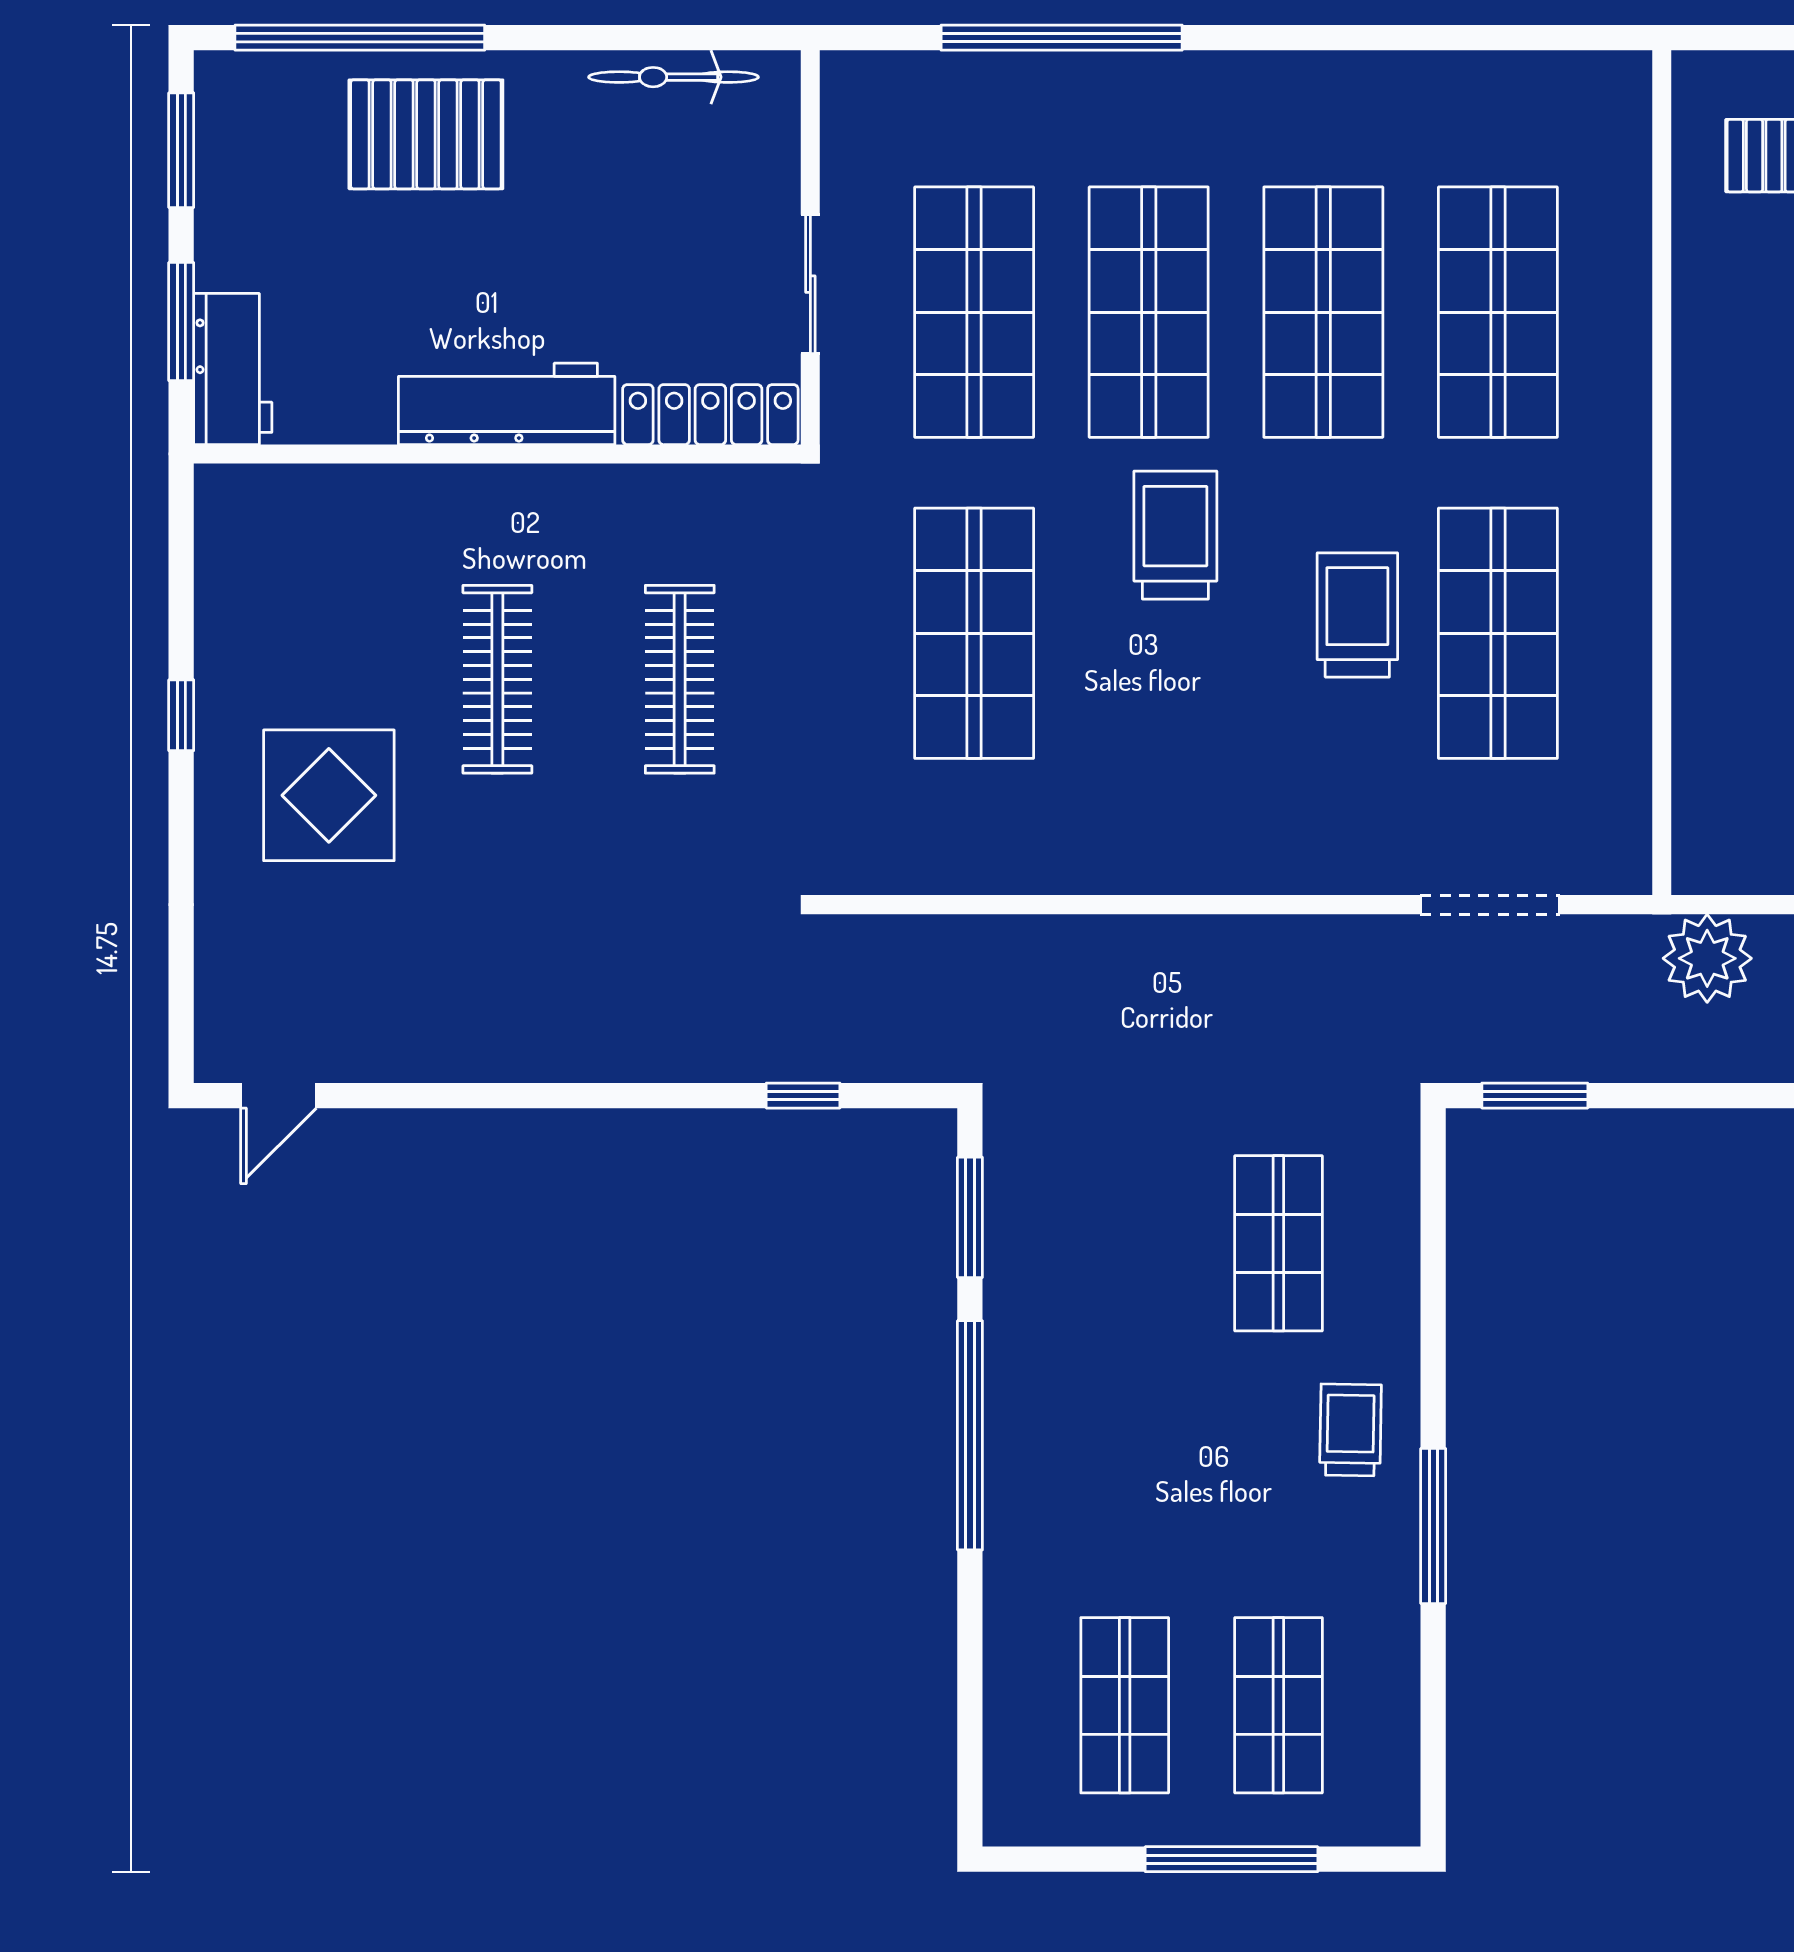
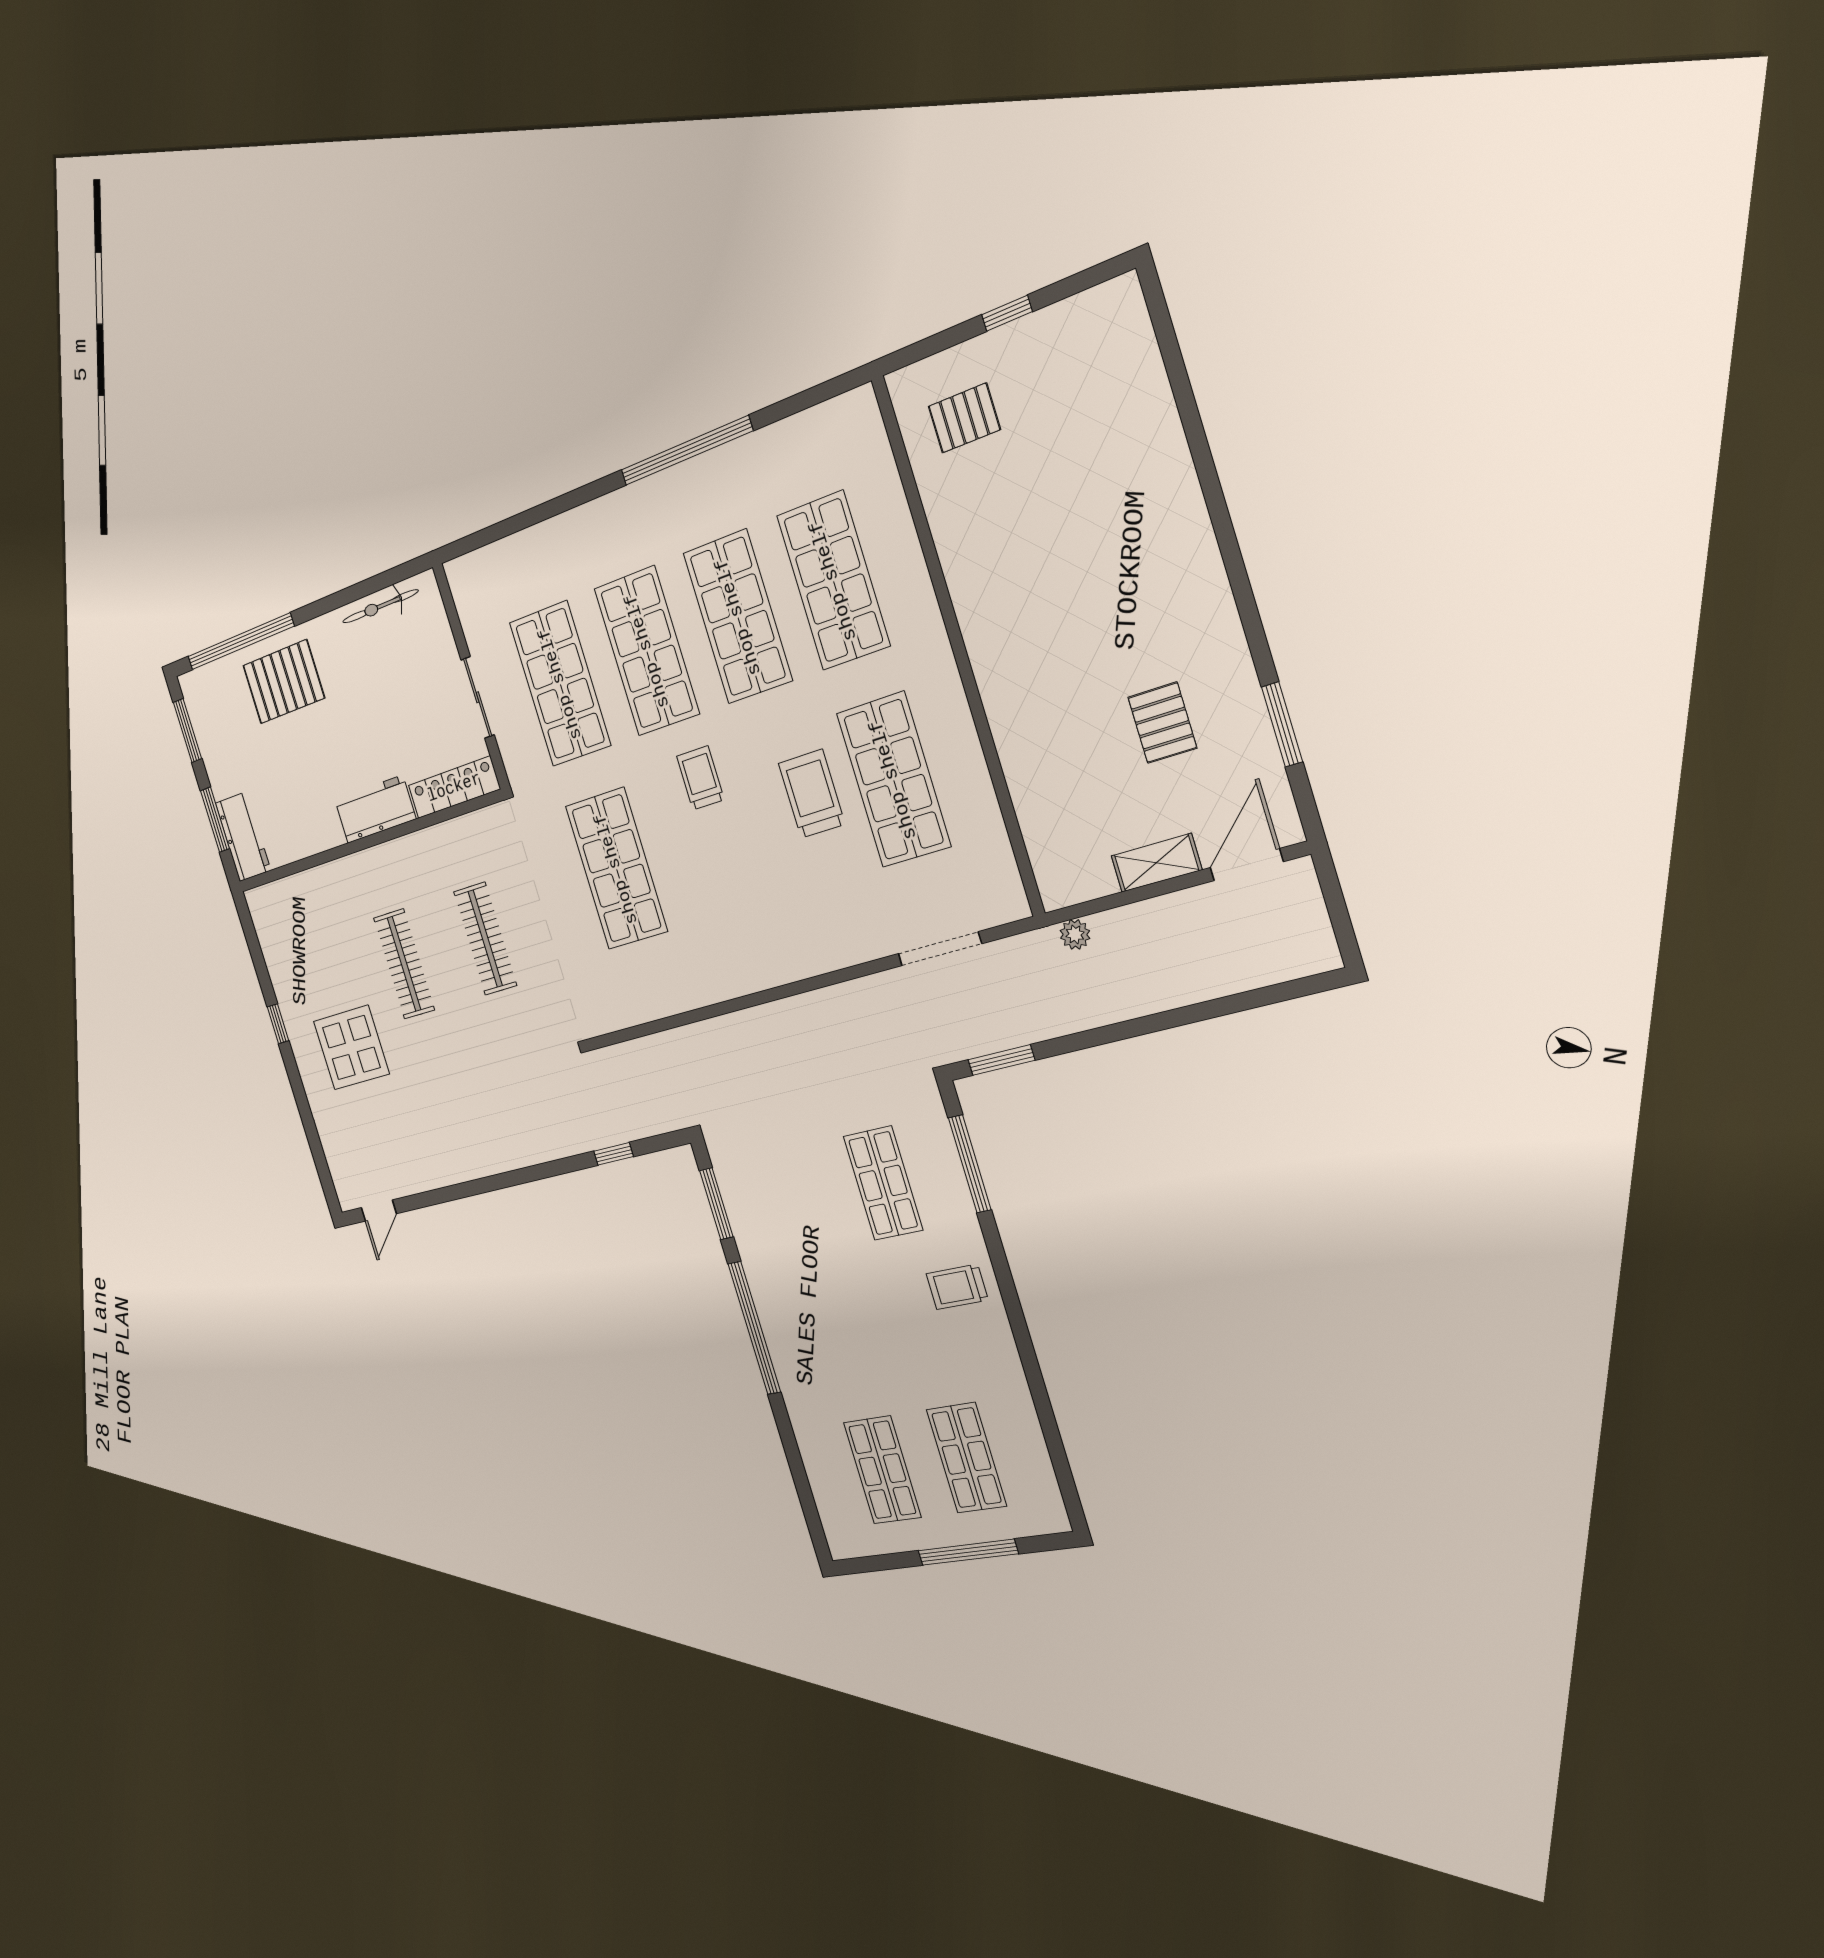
window: (1062, 38) -> (686, 451), moved
workbench: (507, 404) -> (375, 809), width x0.73
trolley: (1175, 535) -> (700, 778), width x0.73, depth x0.72
plant: (1707, 958) -> (1075, 934), width x0.53, depth x0.53
trolley: (1350, 1430) -> (957, 1287), turned -91
window: (1433, 1526) -> (970, 1164), moved

